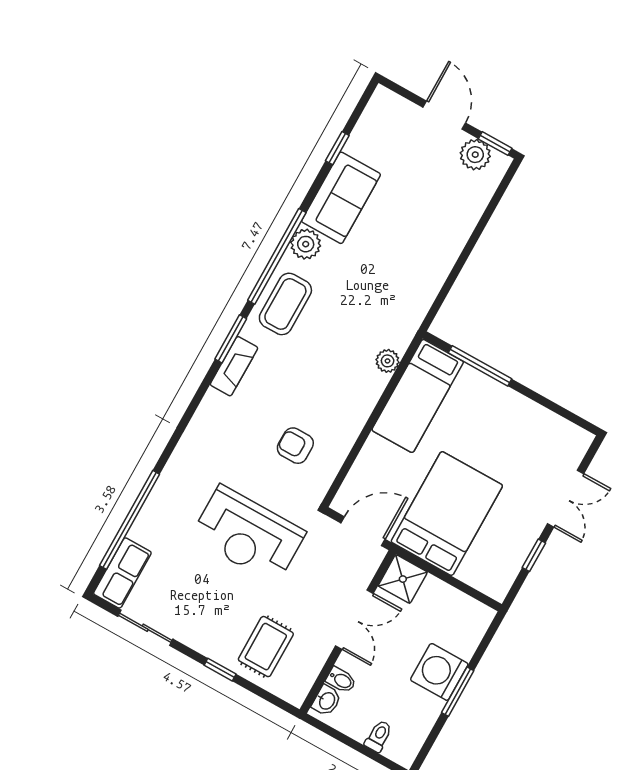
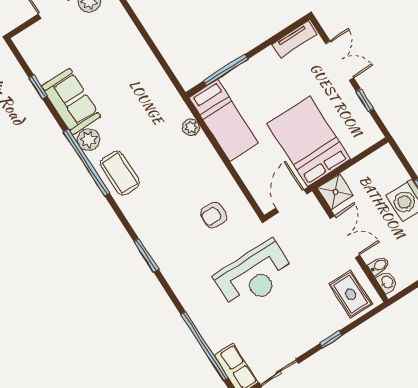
window: (231, 339) -> (146, 255), moved
fireplace: (234, 366) -> (142, 227), removed
tv unit: (562, 430) -> (294, 39), added
rug: (266, 647) -> (351, 294), moved

